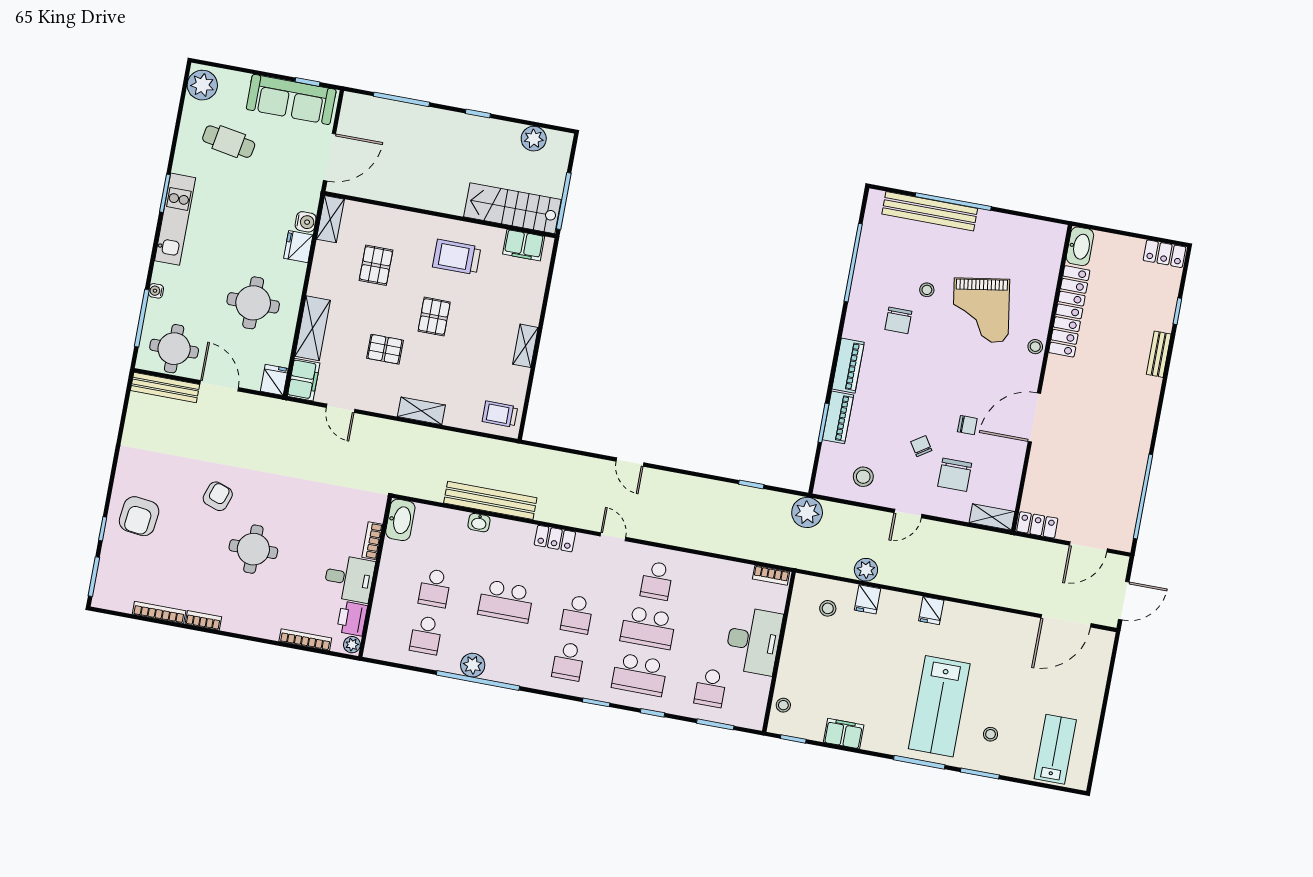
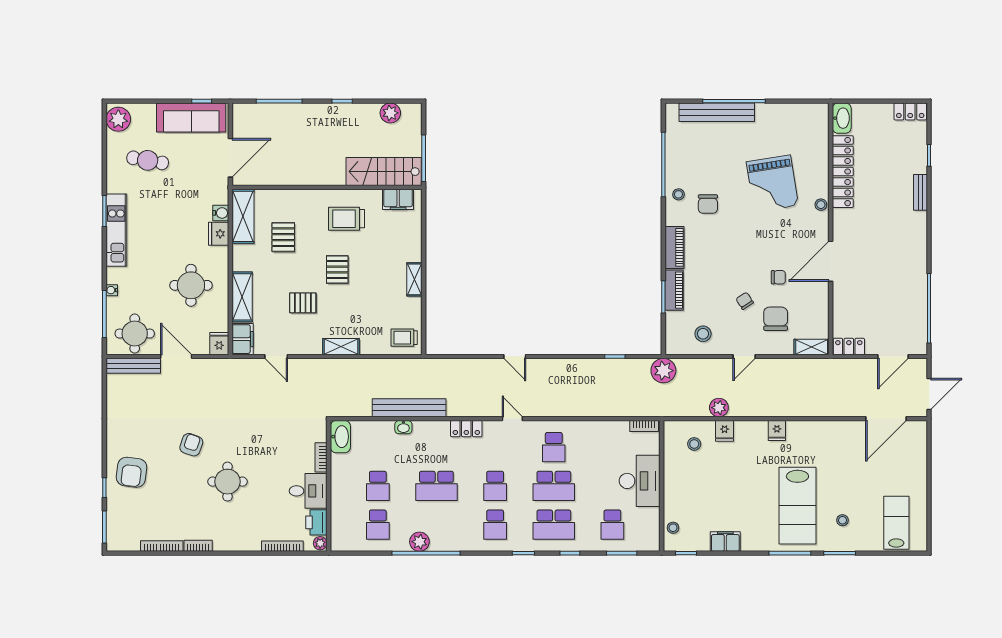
shelving: (330, 219) -> (243, 216), width x1.50, depth x1.33
stool: (927, 290) -> (678, 194), moved
chair: (955, 475) -> (776, 319), turned 180

